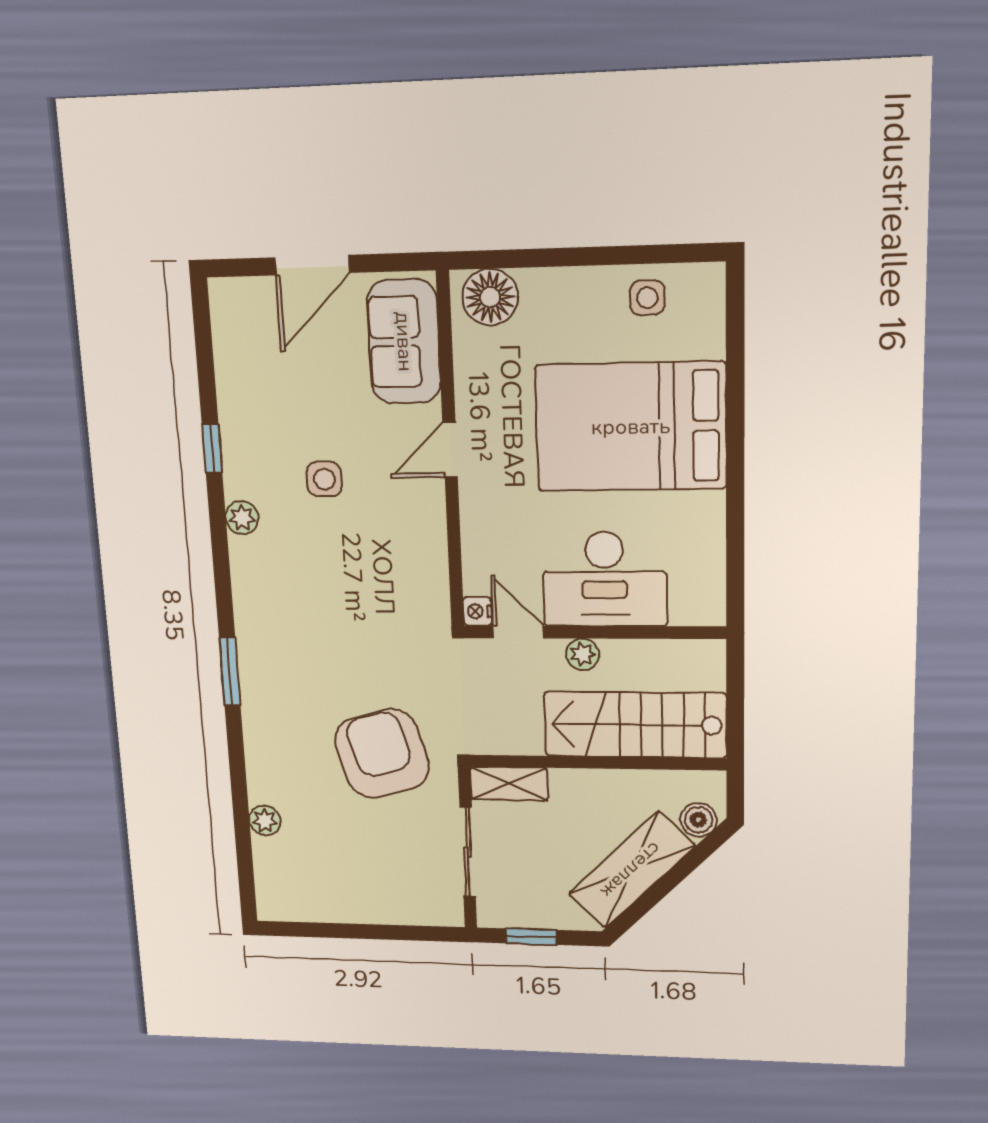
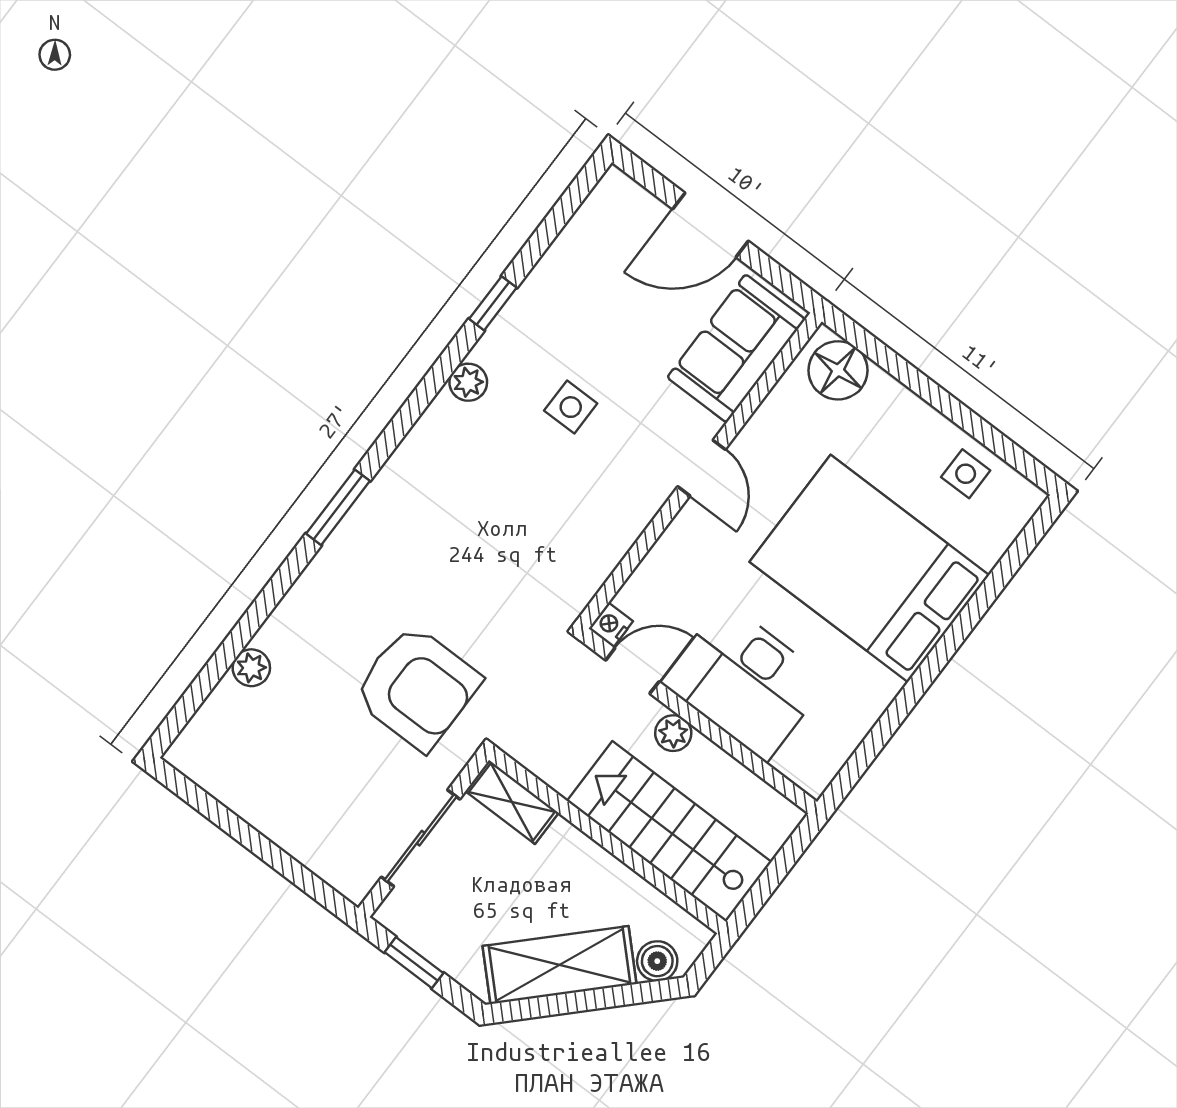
door: (450, 450) -> (702, 468), swing flipped
door: (519, 632) -> (632, 671), hinge flipped
armchair: (382, 754) -> (417, 687), turned 107

